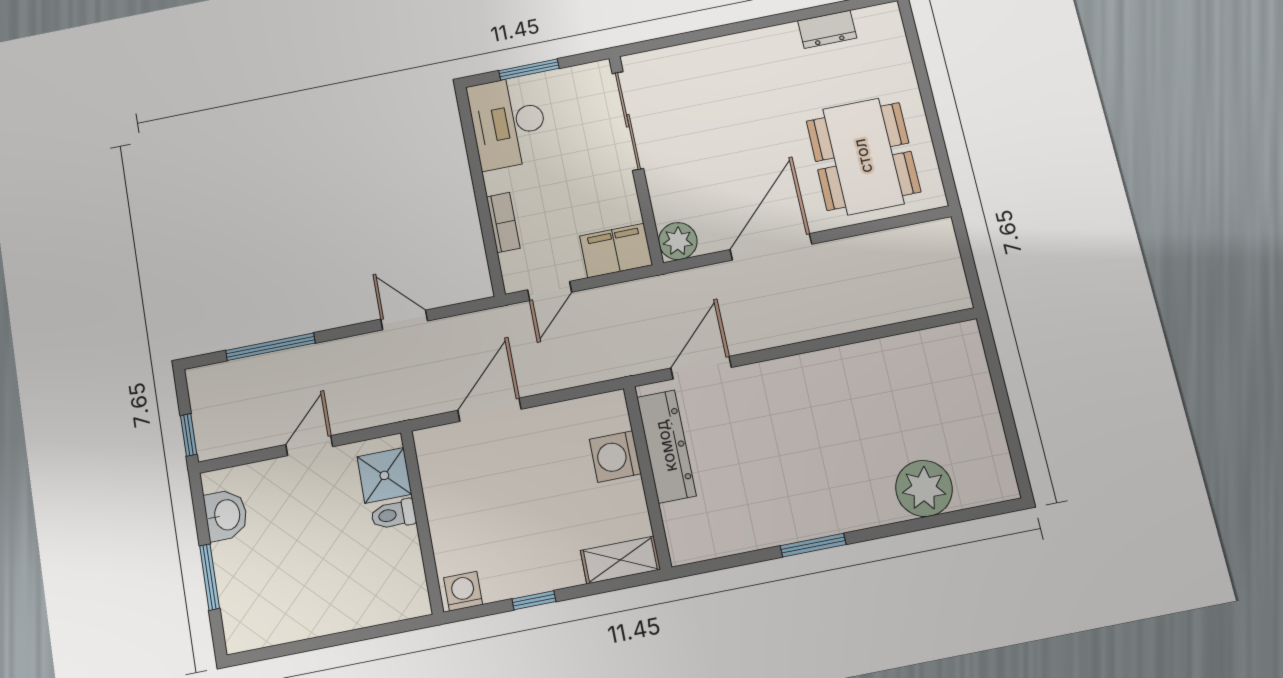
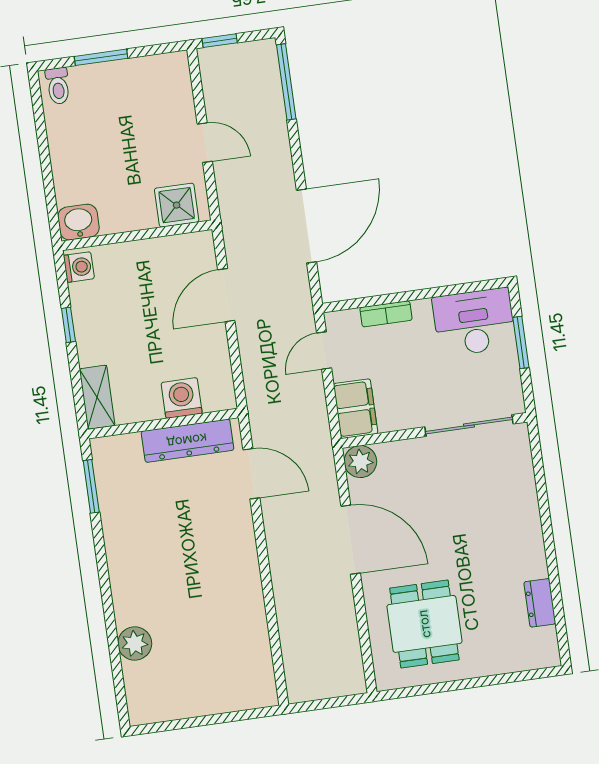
dining table: (863, 156) -> (424, 624), width x0.73
door: (550, 291) -> (324, 351), hinge flipped
door: (404, 320) -> (307, 226), width x1.87
window: (270, 347) -> (286, 82), moved
door: (489, 410) -> (226, 295), swing flipped
plant: (924, 488) -> (135, 643), width x0.73, depth x0.73
washbasin: (226, 515) -> (78, 222), moved, turned 180
toilet: (393, 515) -> (58, 86), moved, turned 180
window: (813, 545) -> (91, 486), moved

